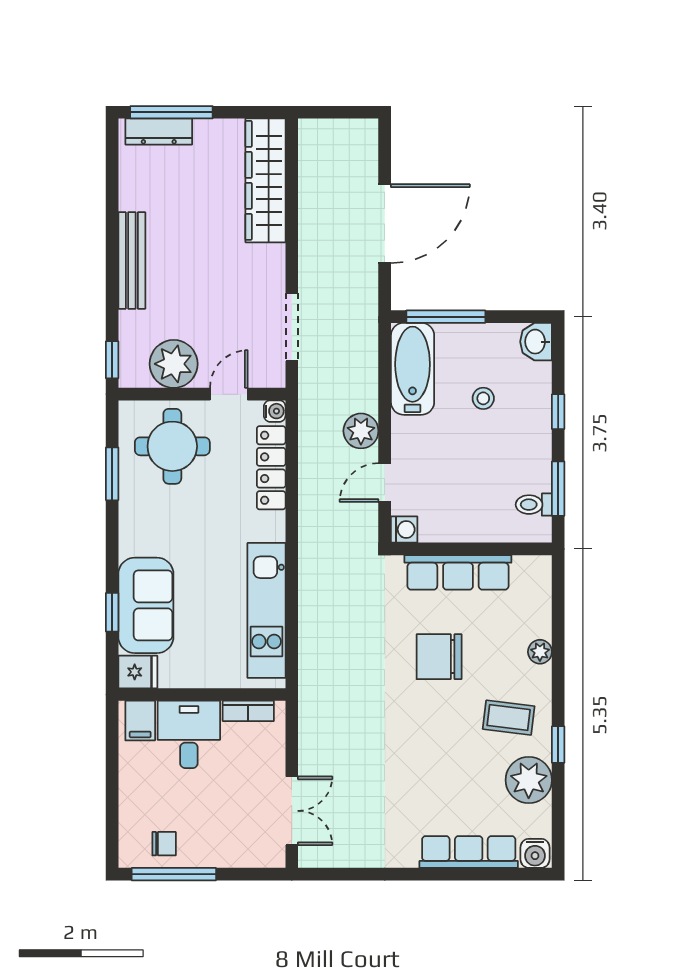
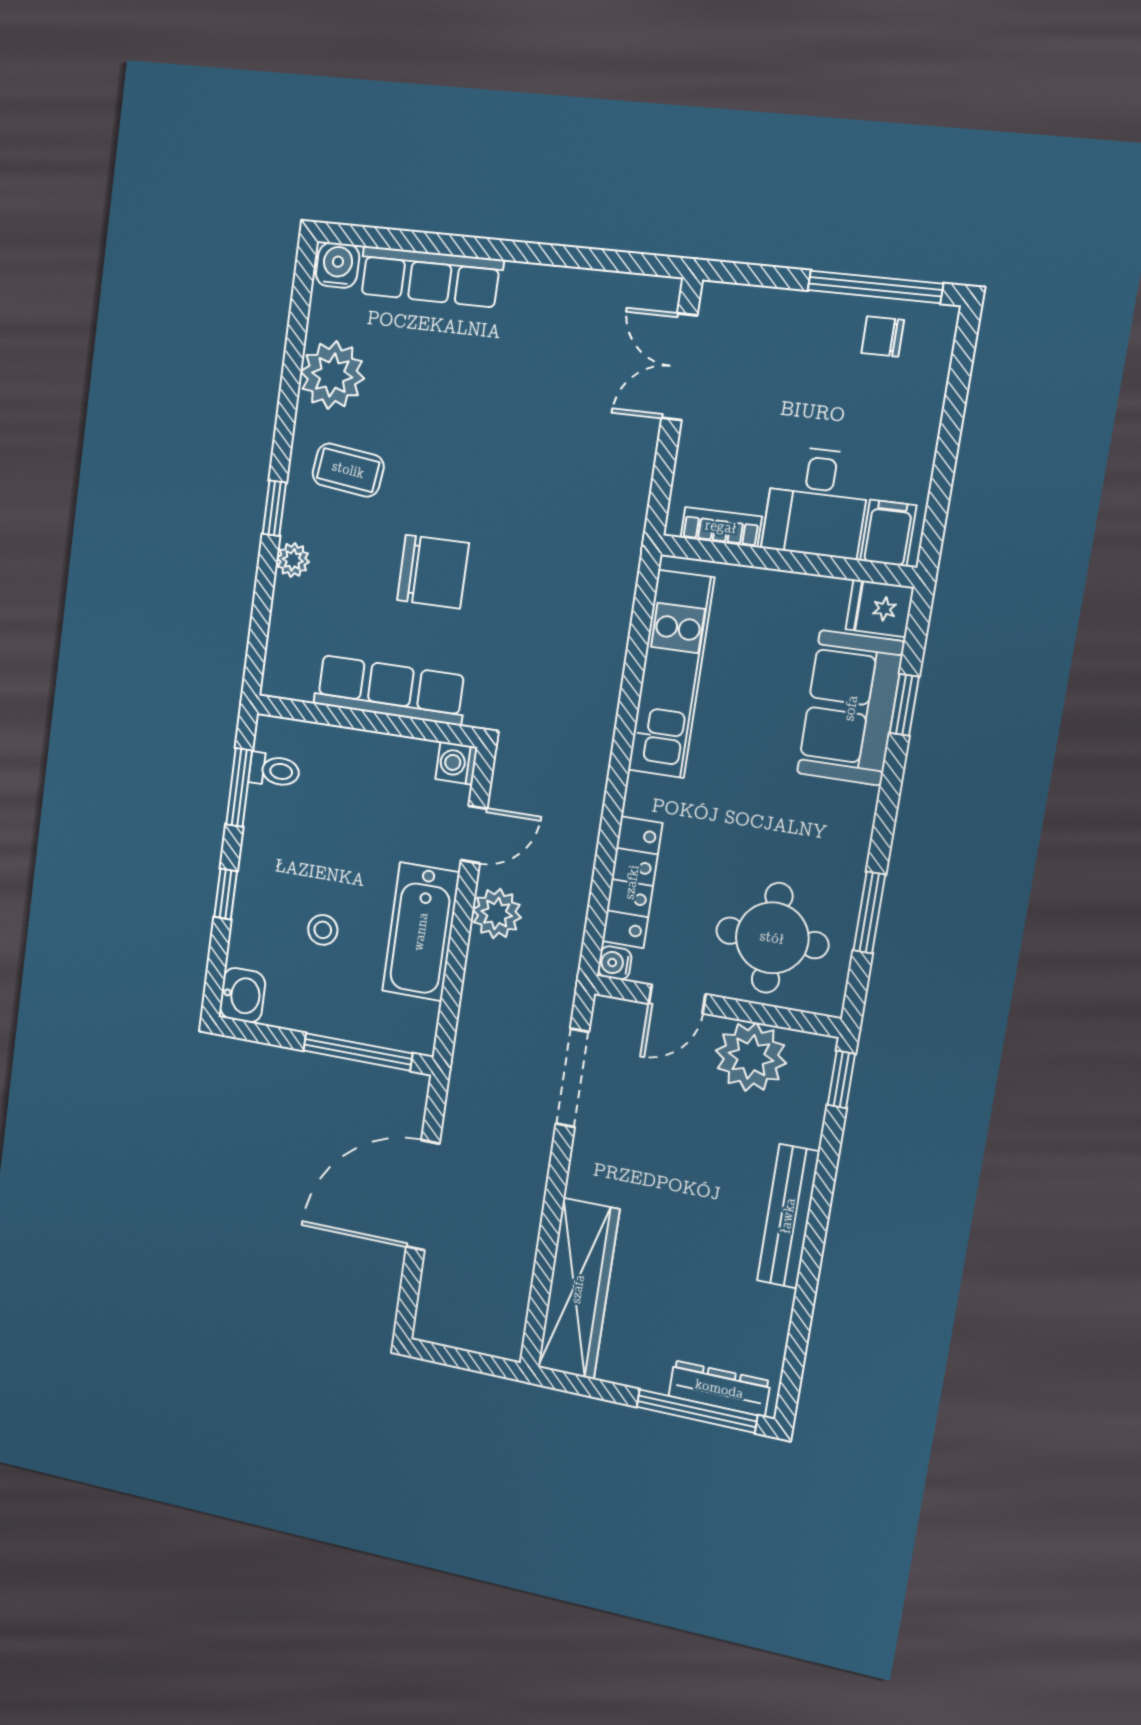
bathtub: (413, 369) -> (421, 932), moved
window: (558, 745) -> (274, 508), moved

